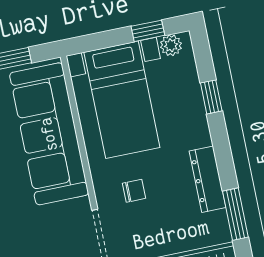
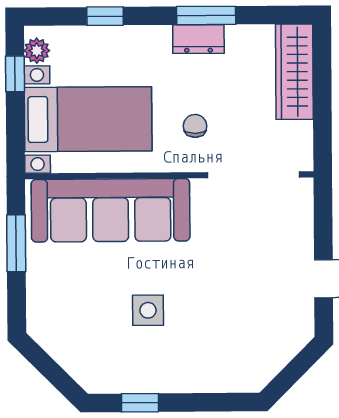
dresser: (208, 179) -> (198, 39), width x0.70
window: (235, 214) -> (206, 15), moved

